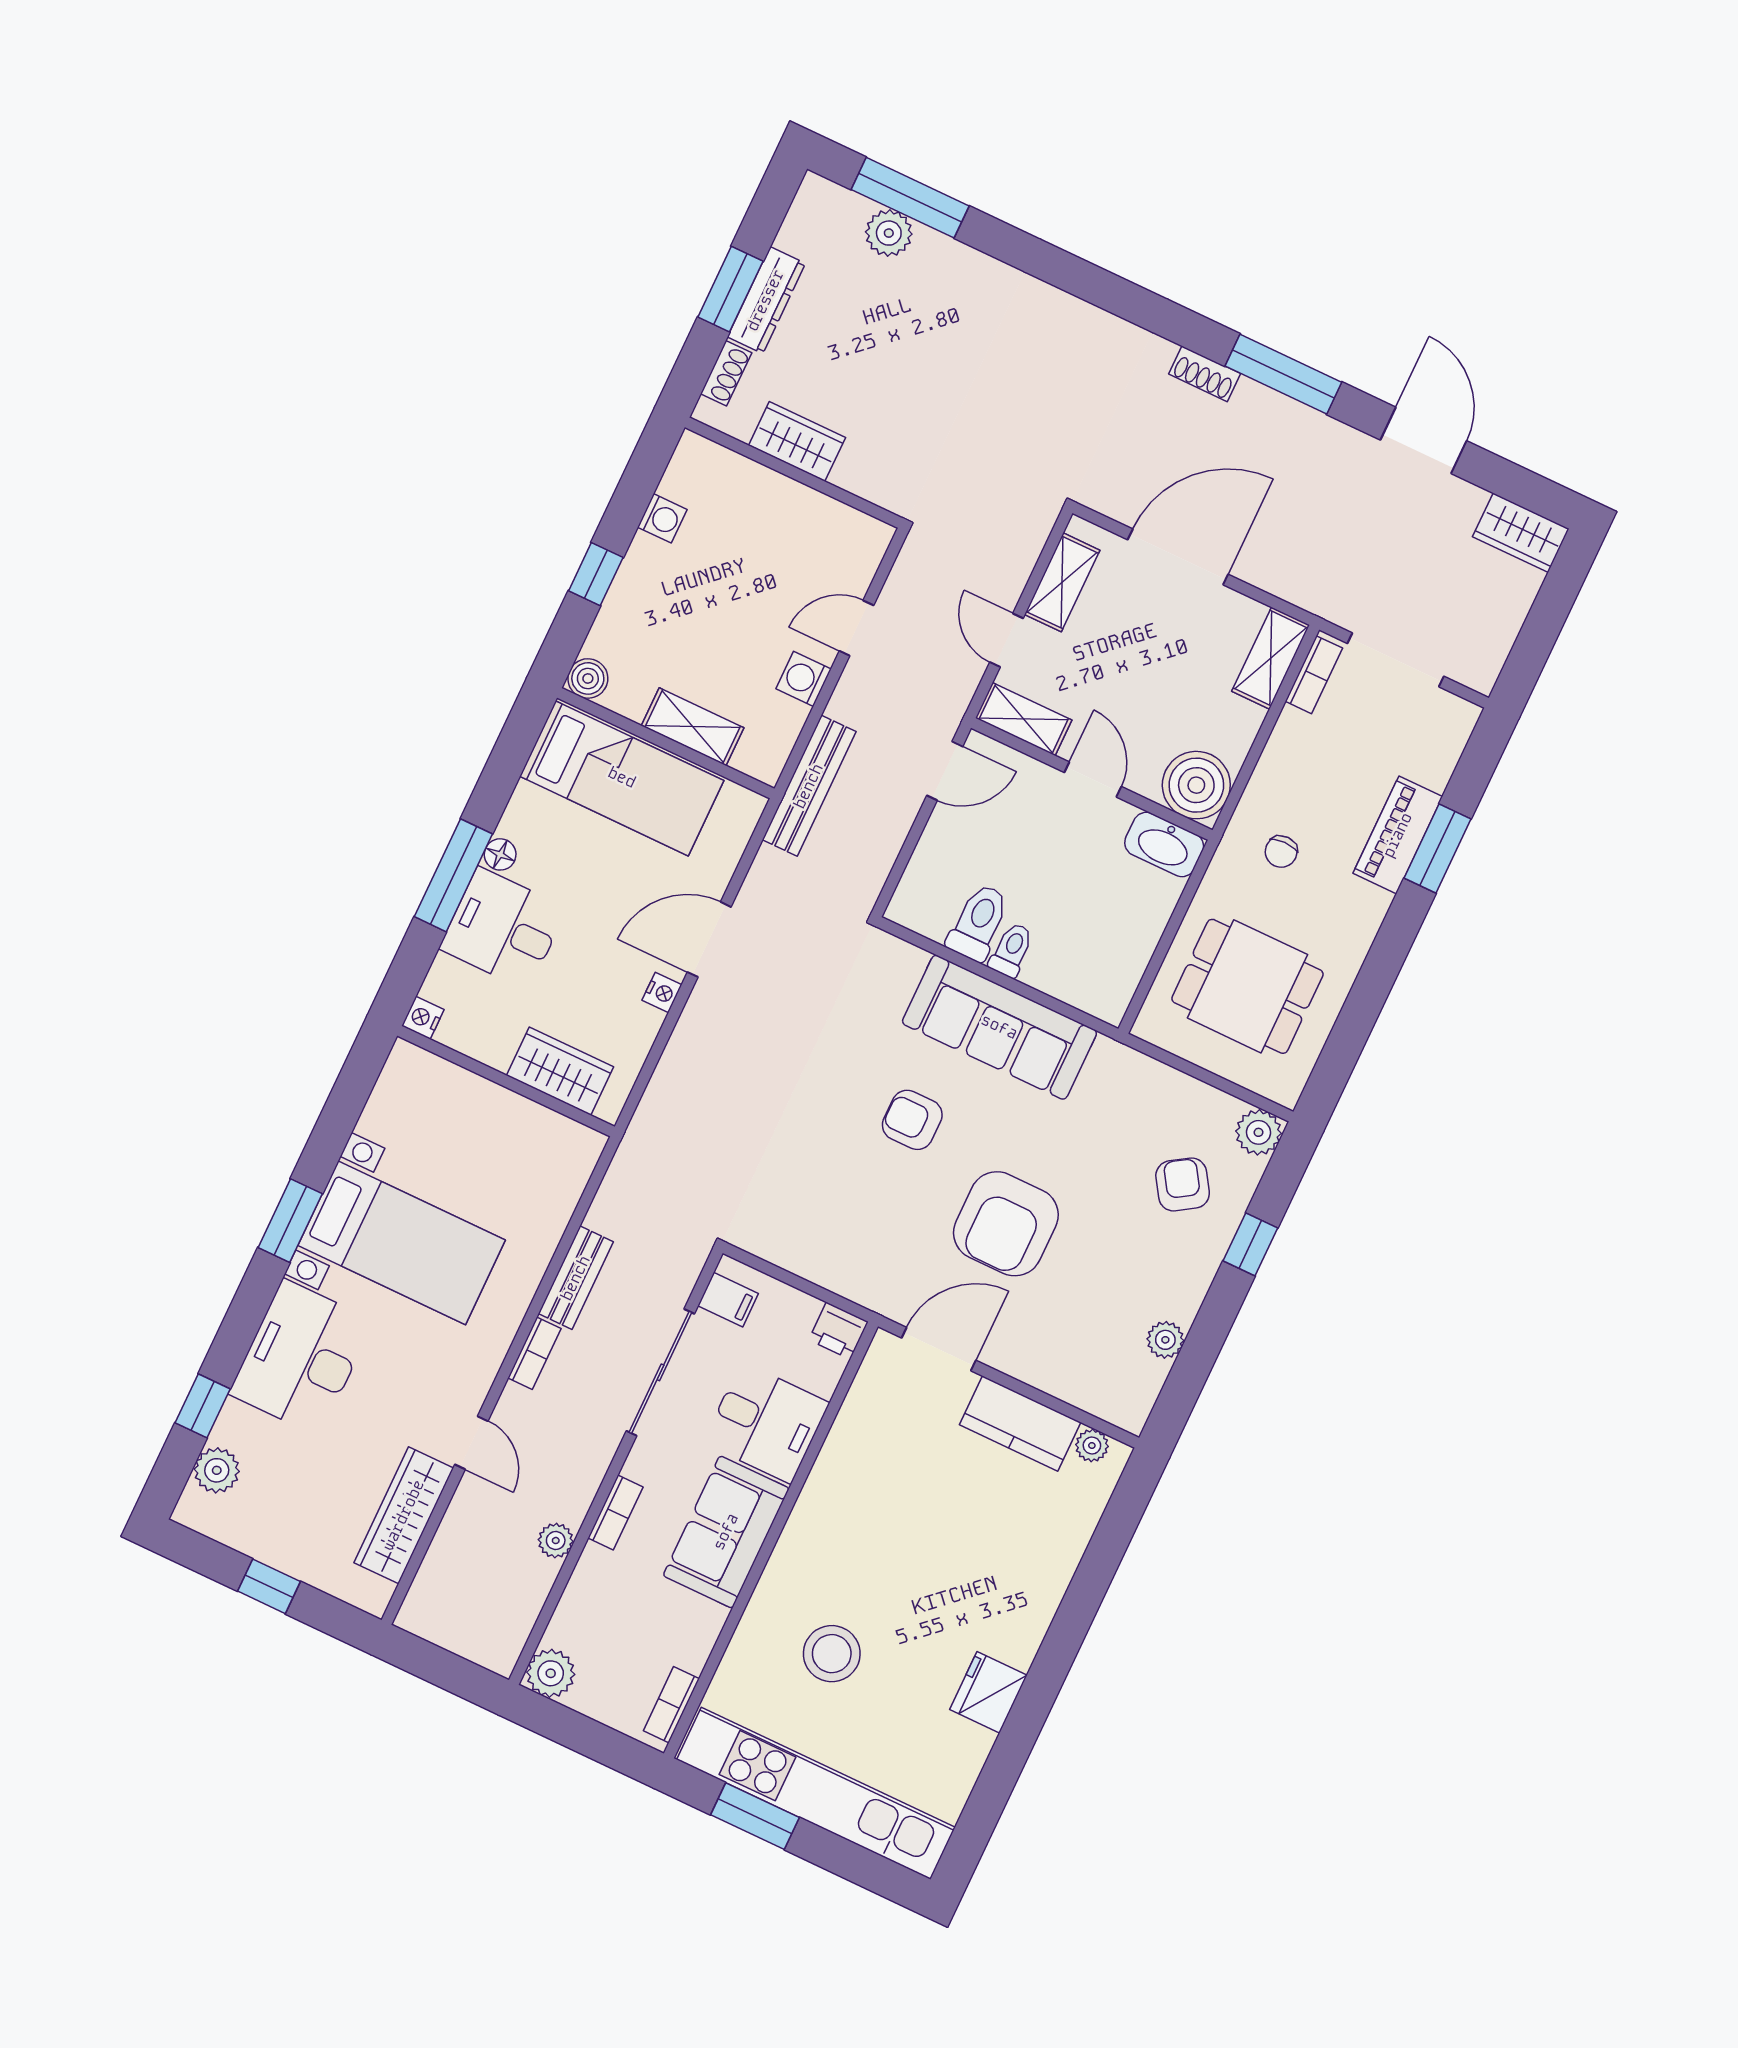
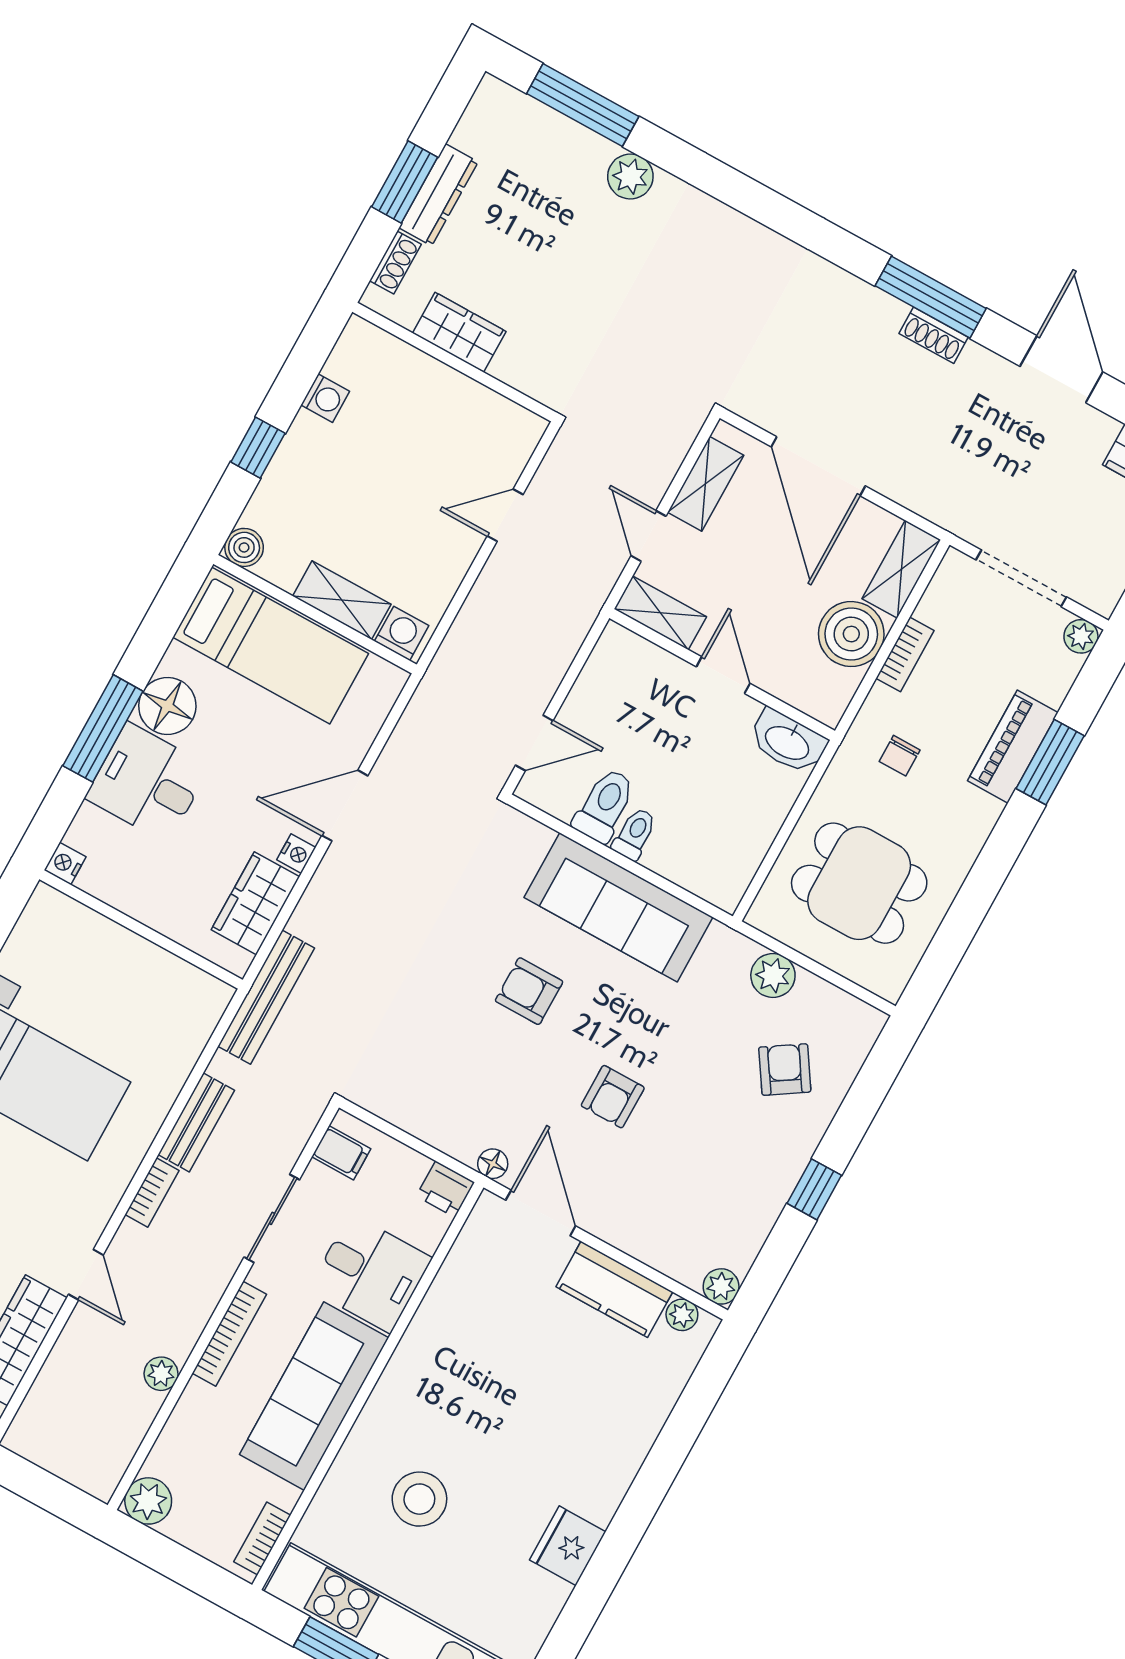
plant: (889, 233) -> (630, 176), moved
shoe rack: (1205, 374) -> (934, 335), moved
door: (1178, 557) -> (818, 466), swing flipped
bookcase: (1314, 675) -> (905, 654), moved
washing machine: (804, 679) -> (402, 633), moved, turned 90
plant: (1461, 716) -> (1081, 636), added
door: (945, 771) -> (534, 743), moved
boiler: (1196, 785) -> (851, 634), moved
bench: (809, 786) -> (266, 997), moved
floor lamp: (500, 854) -> (167, 706), width x1.89, depth x1.89
wardrobe: (560, 1071) -> (255, 903), moved, turned -90
plant: (1259, 1132) -> (773, 975), moved
armchair: (1006, 1224) -> (613, 1097), width x0.53, depth x0.53
window: (1250, 1244) -> (814, 1189), moved
floor lamp: (886, 1301) -> (493, 1164), added
plant: (1165, 1340) -> (721, 1286), moved
door: (939, 1349) -> (541, 1213), hinge flipped
sliding door: (660, 1372) -> (272, 1218), width x0.73
bookcase: (615, 1512) -> (229, 1334), width x1.56
sofa: (726, 1532) -> (314, 1396), width x1.36

